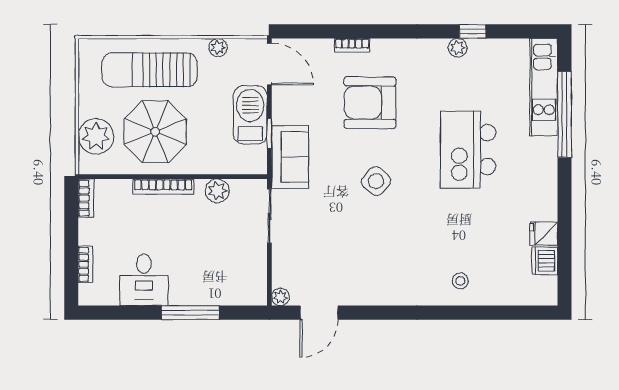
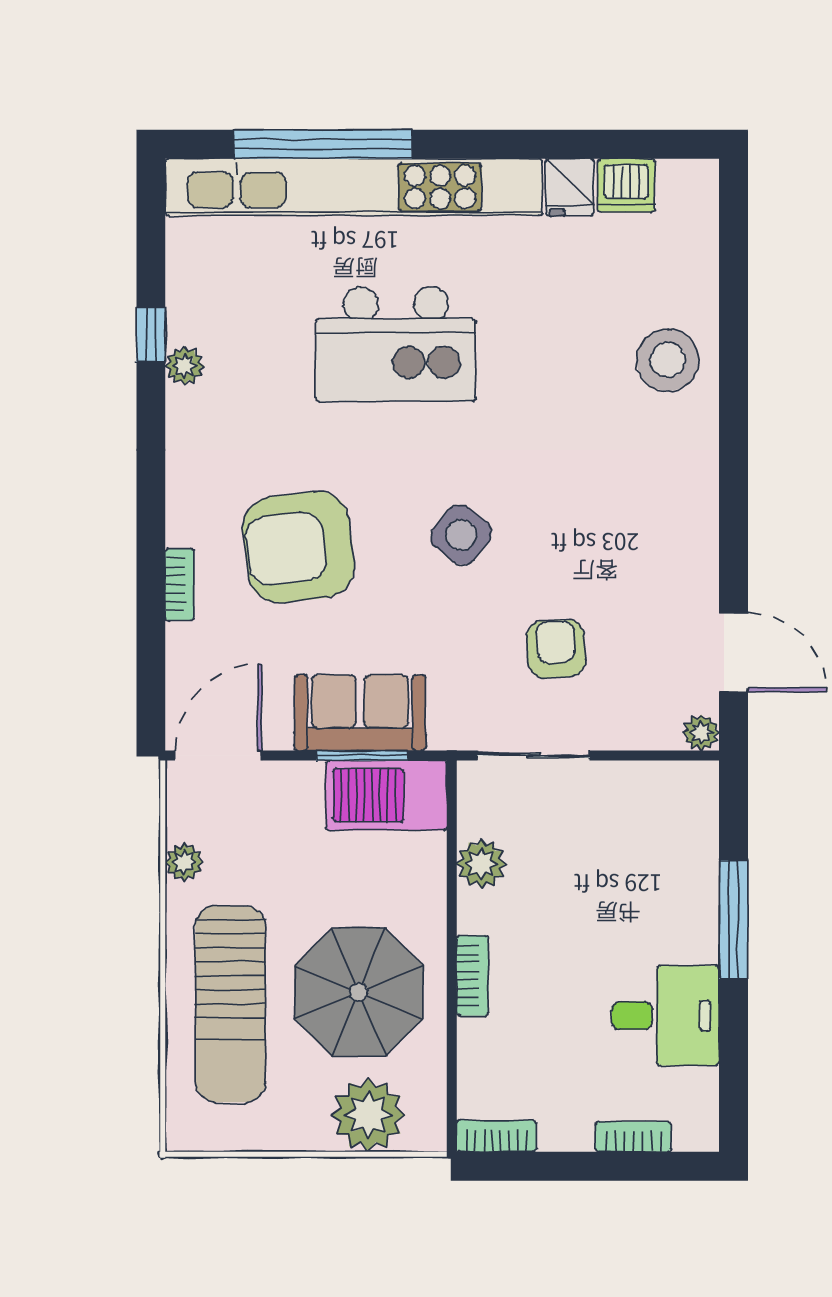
kitchen unit: (544, 87) -> (354, 187), width x1.86
armchair: (370, 103) -> (299, 547), turned 83
barbecue: (250, 115) -> (386, 795), moved
window: (269, 133) -> (362, 756), width x1.50
sofa: (290, 157) -> (360, 713), moved
bookcase: (163, 187) -> (473, 976), width x0.64
armchair: (321, 227) -> (556, 649), added
stool: (460, 281) -> (668, 360), width x1.89, depth x1.89

